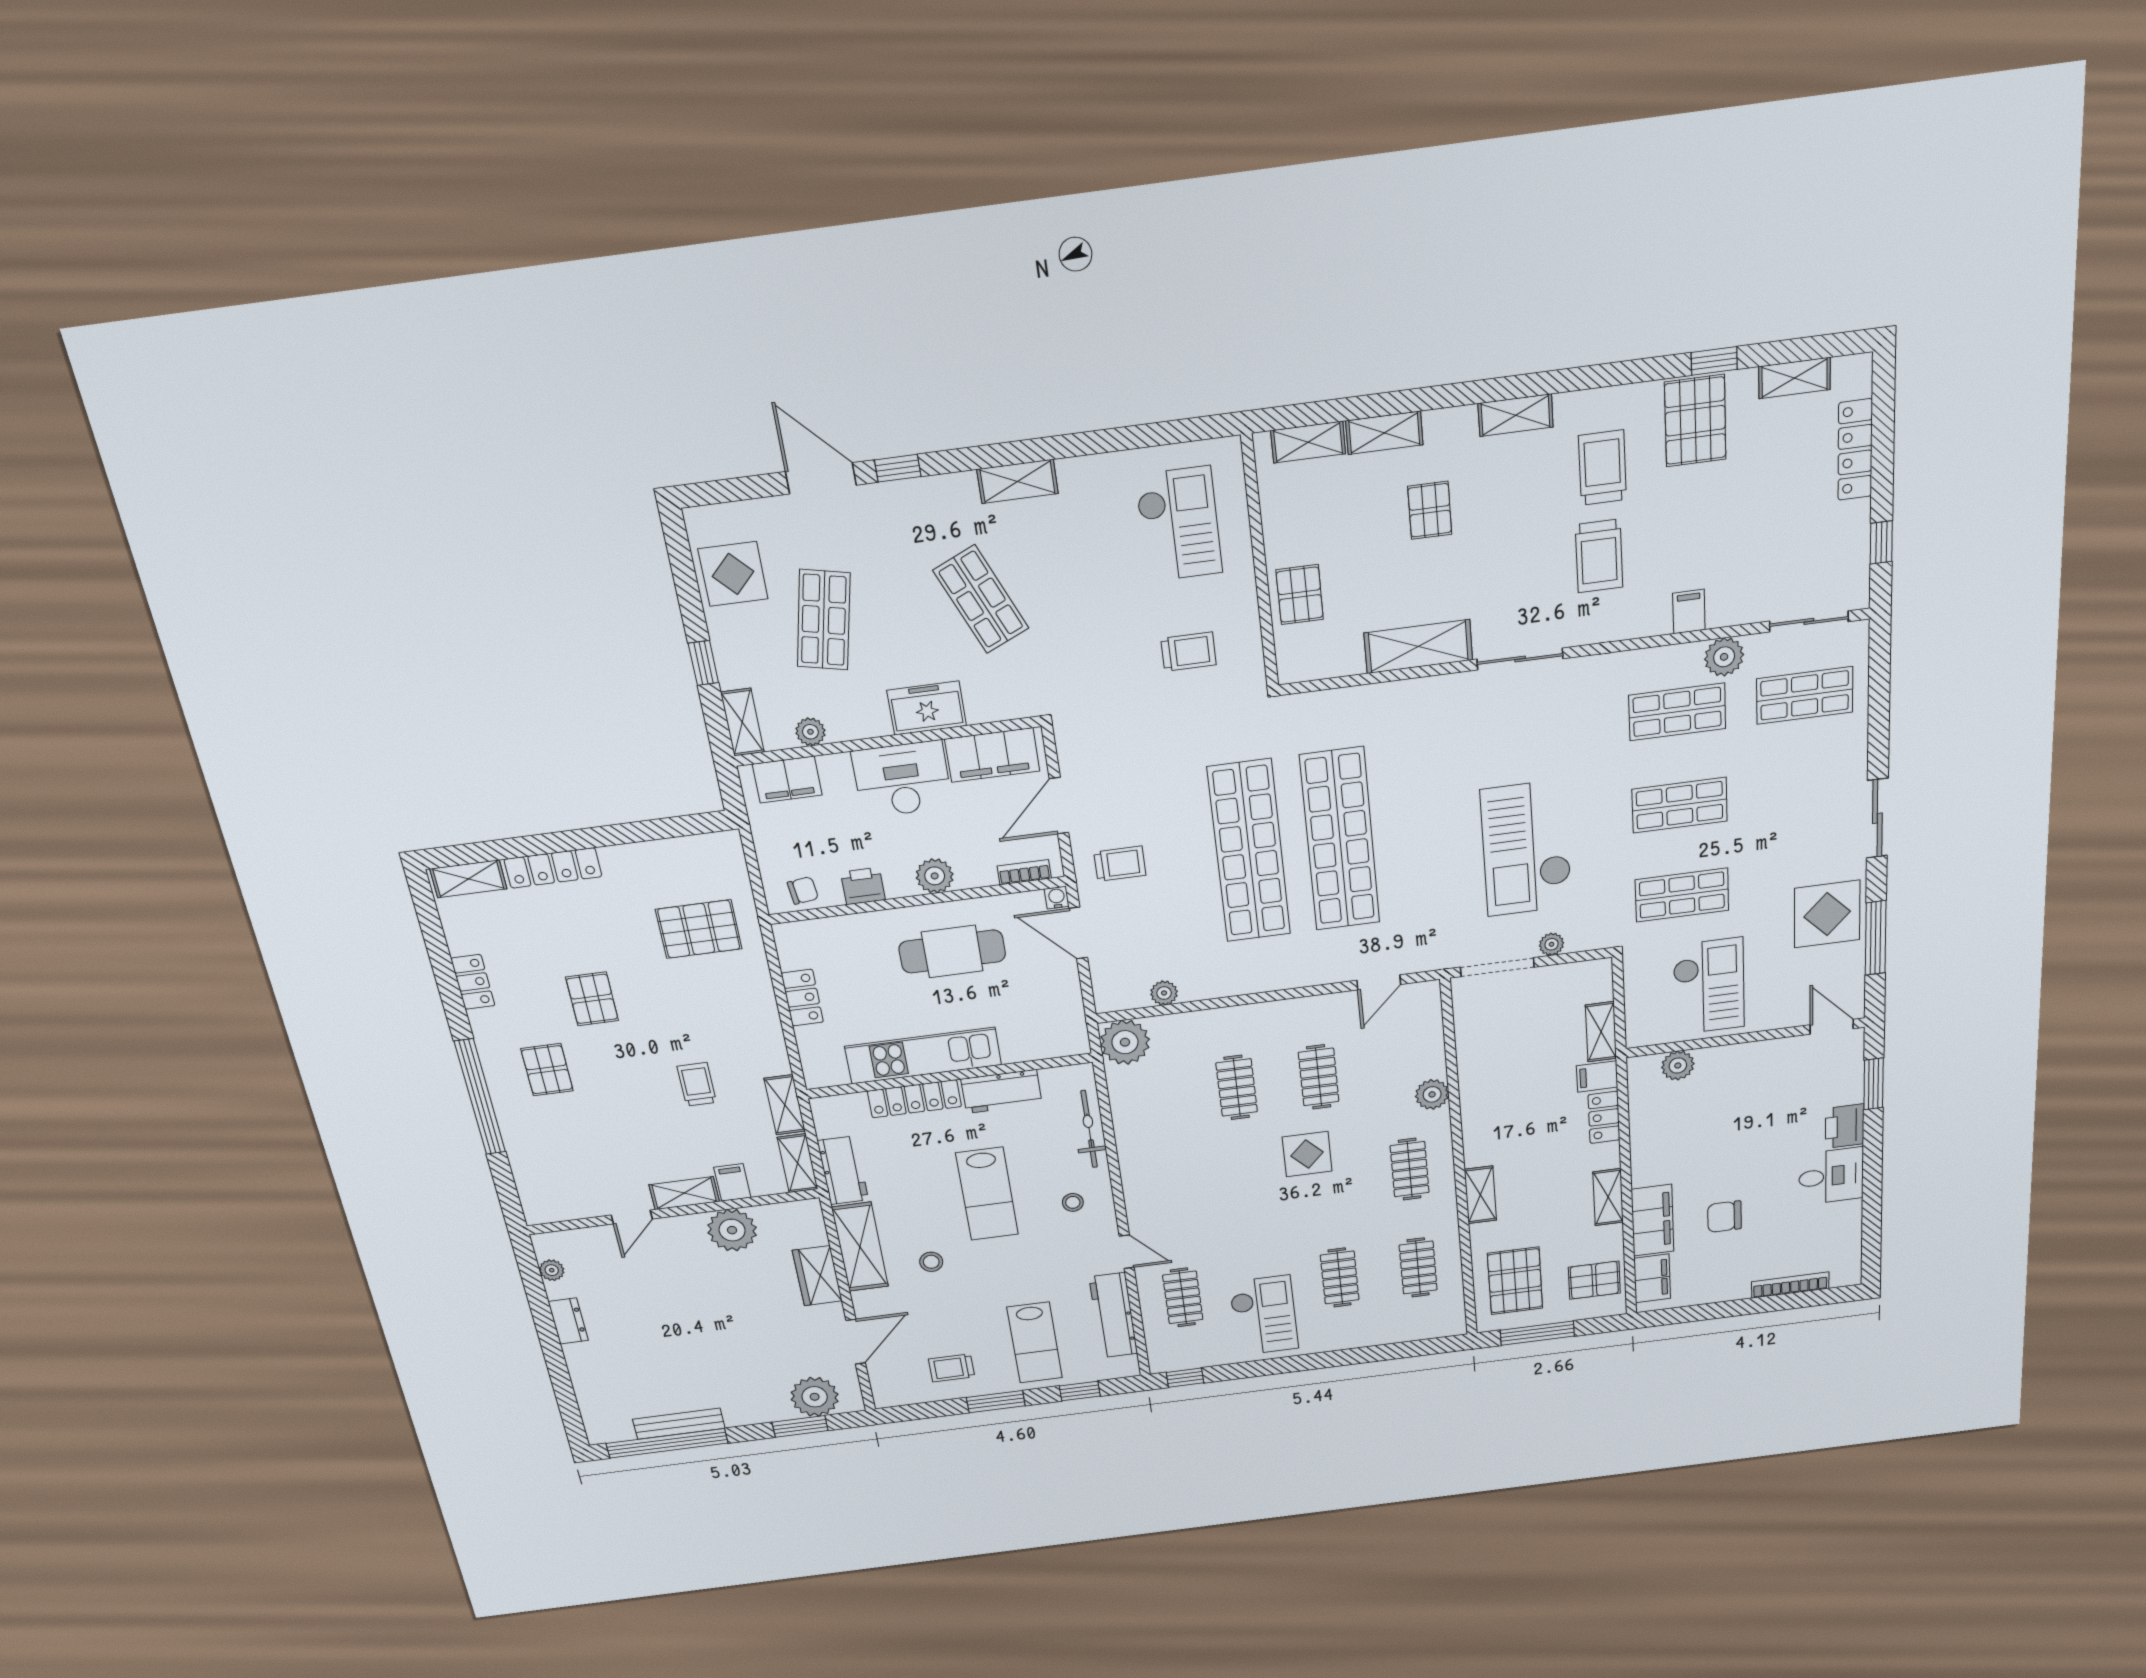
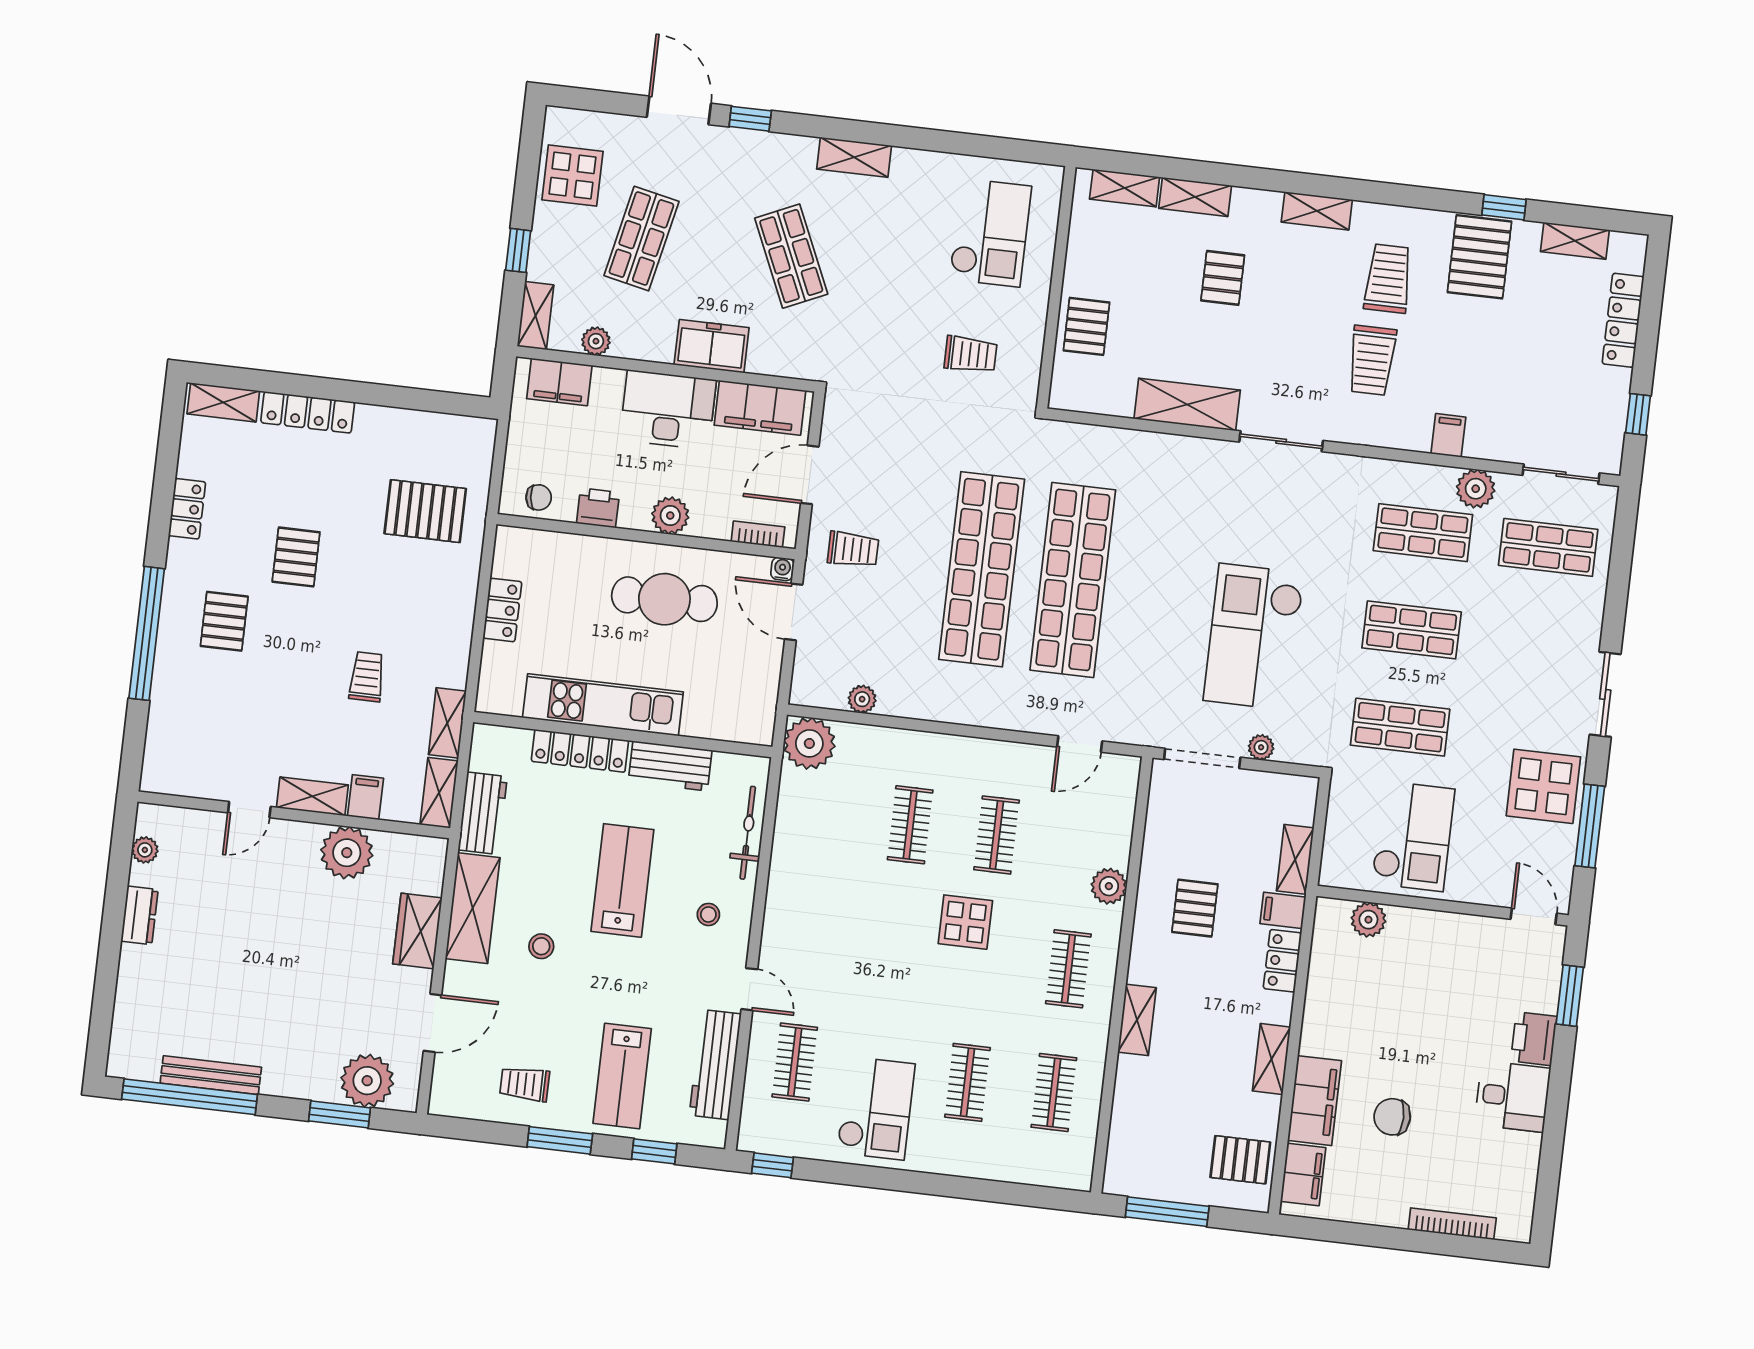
lab bench: (987, 1194) -> (622, 880), turned 180
pallet: (1515, 1281) -> (1195, 908), moved, width x0.67, depth x0.71

